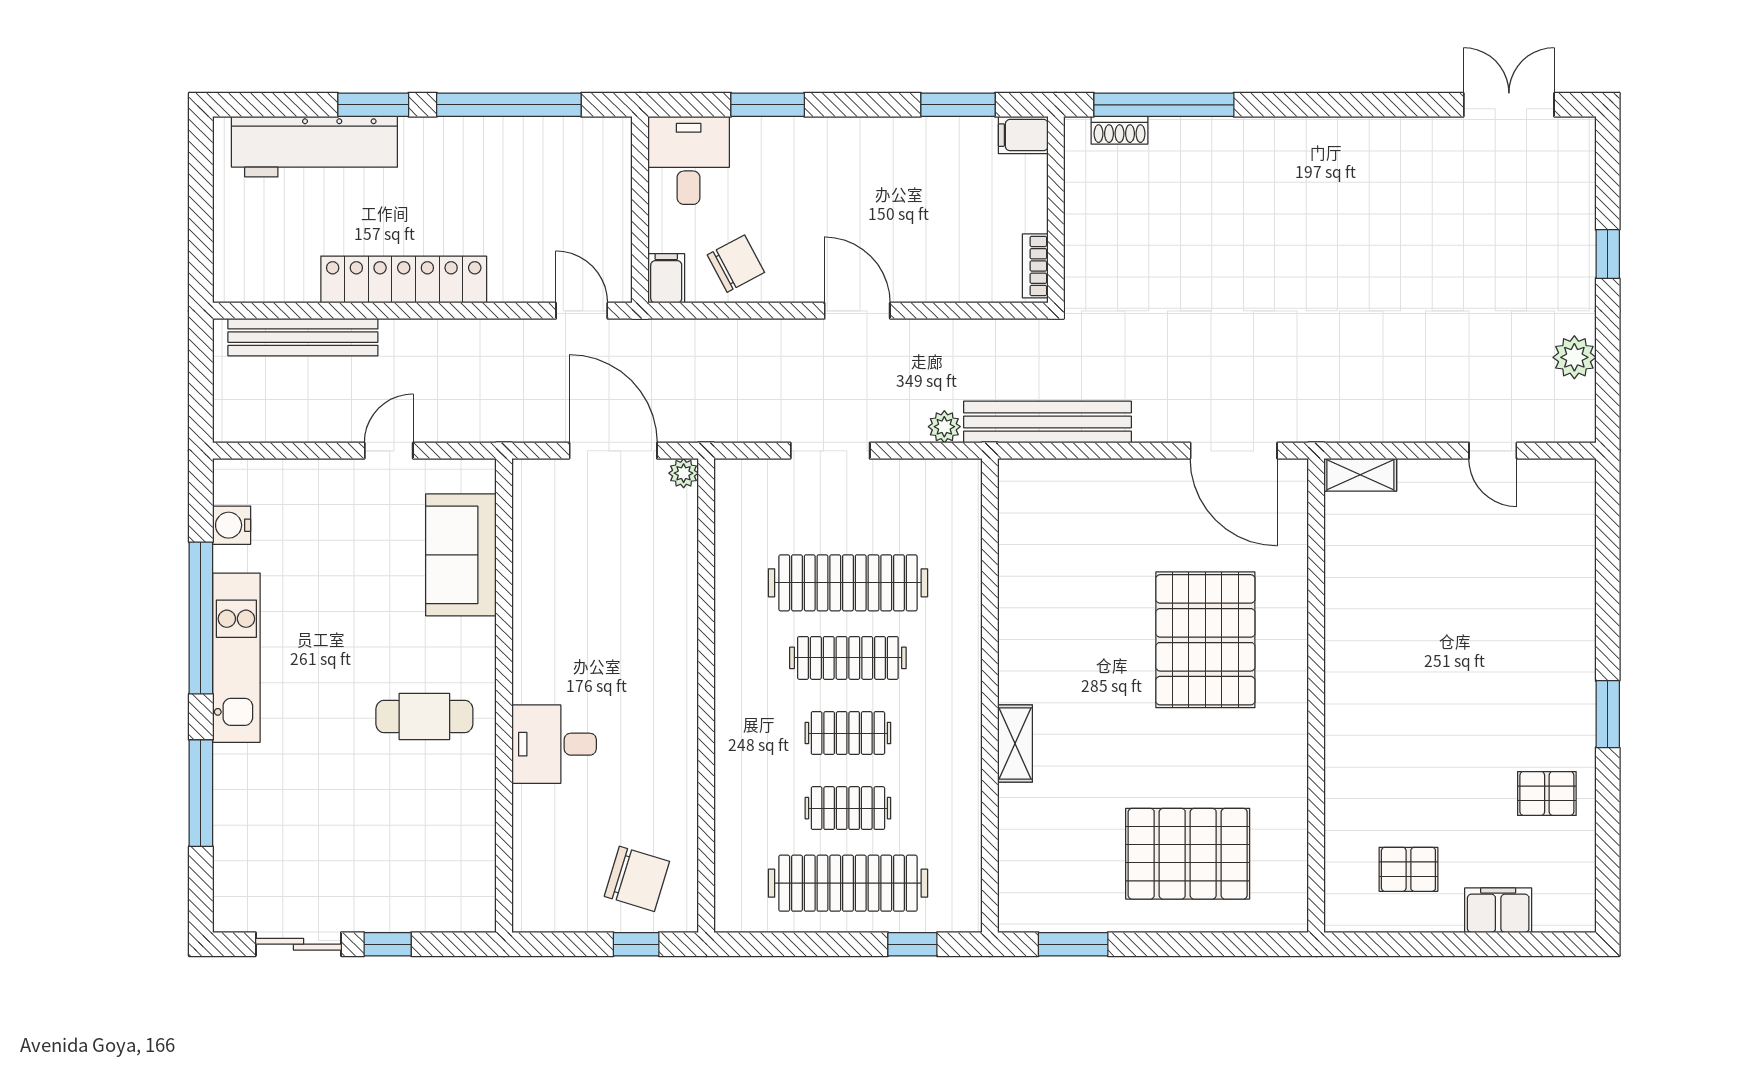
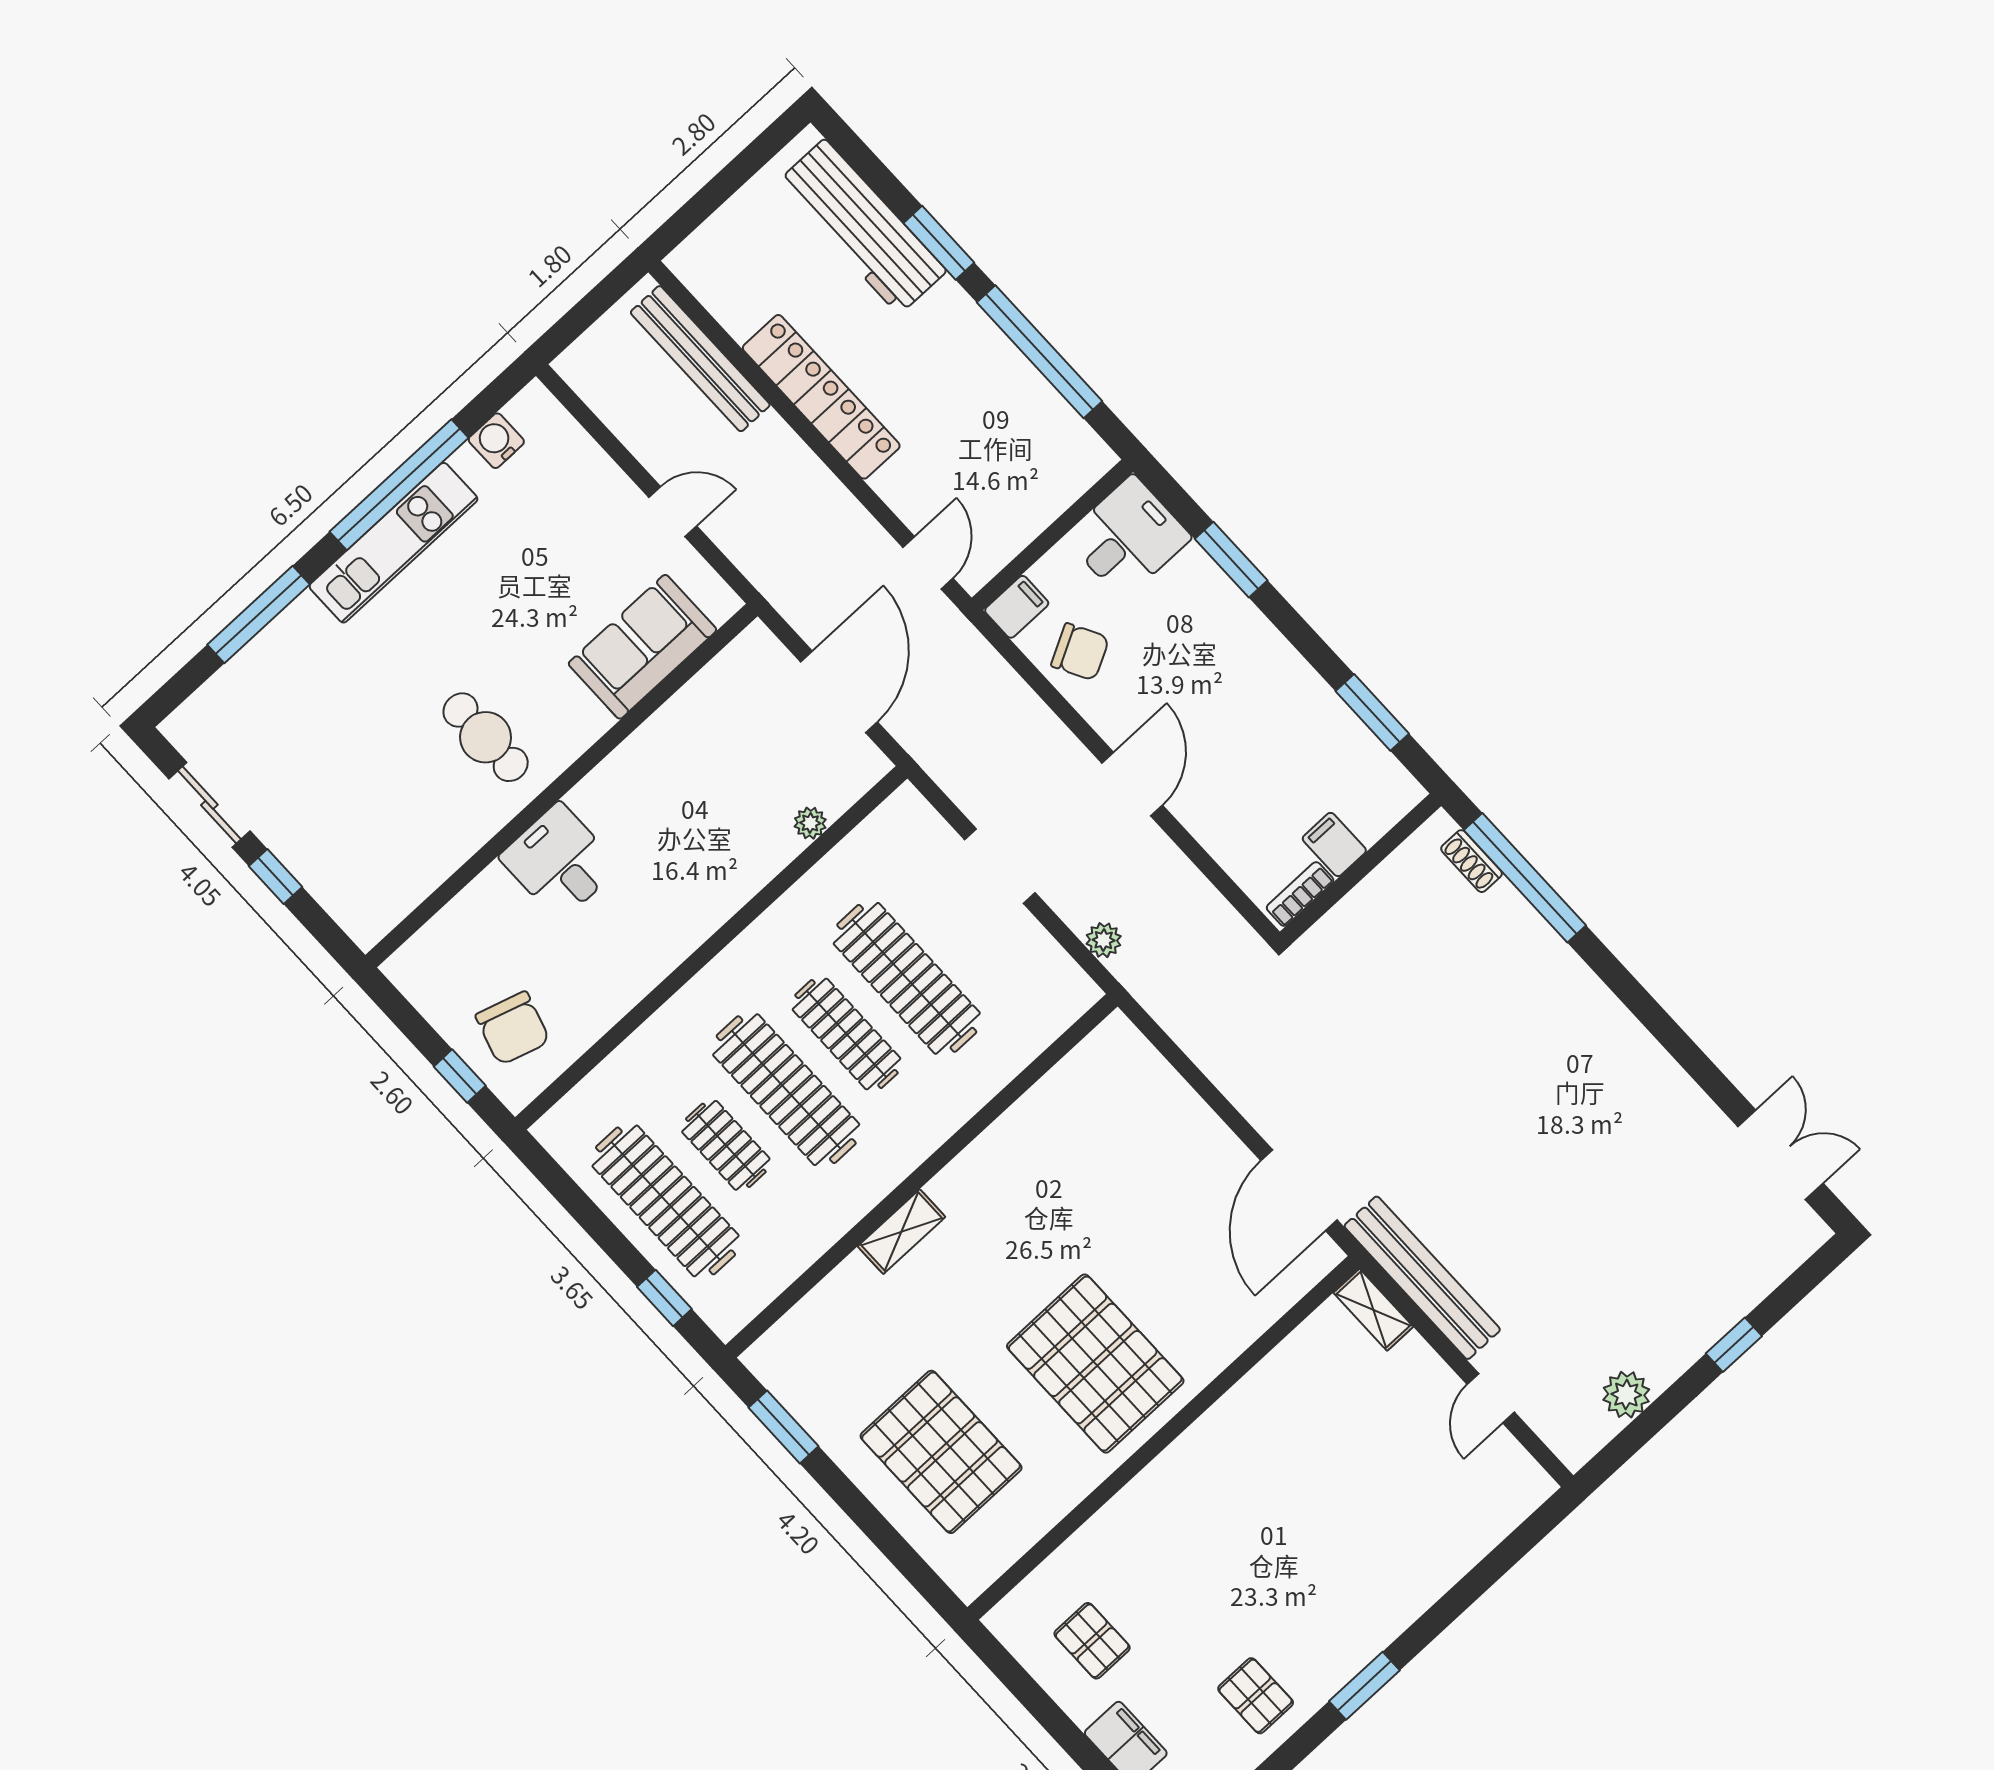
filing cabinet: (1023, 135) -> (1334, 845), moved
bench: (1047, 422) -> (1422, 1278), moved
plant: (684, 473) -> (810, 823), moved
pallet: (1205, 640) -> (1095, 1364), moved, turned 90
clothes rail: (848, 733) -> (786, 1090), width x1.86, depth x1.31

